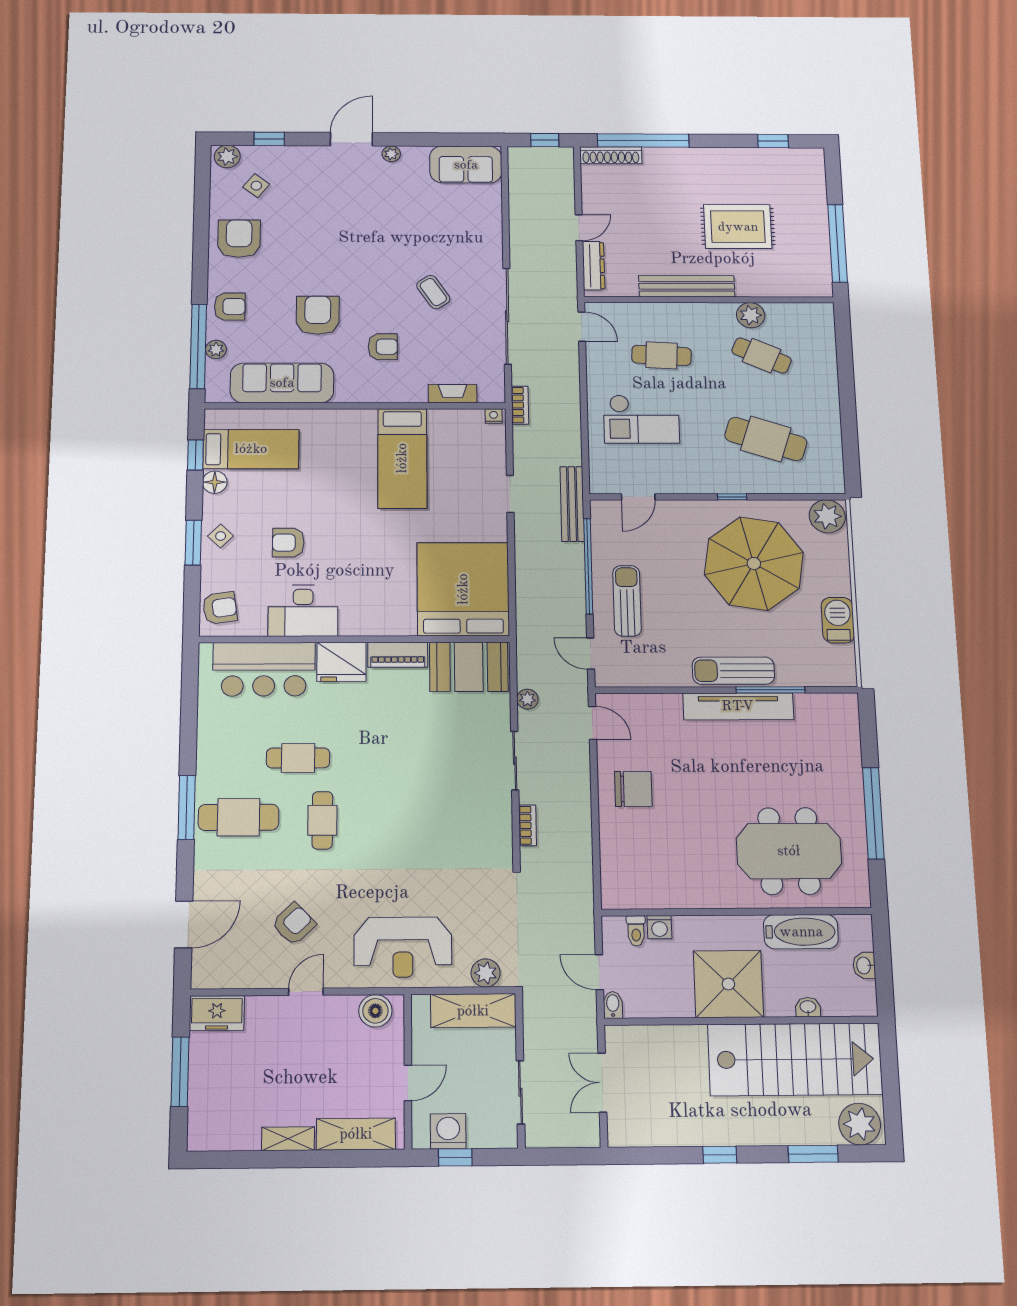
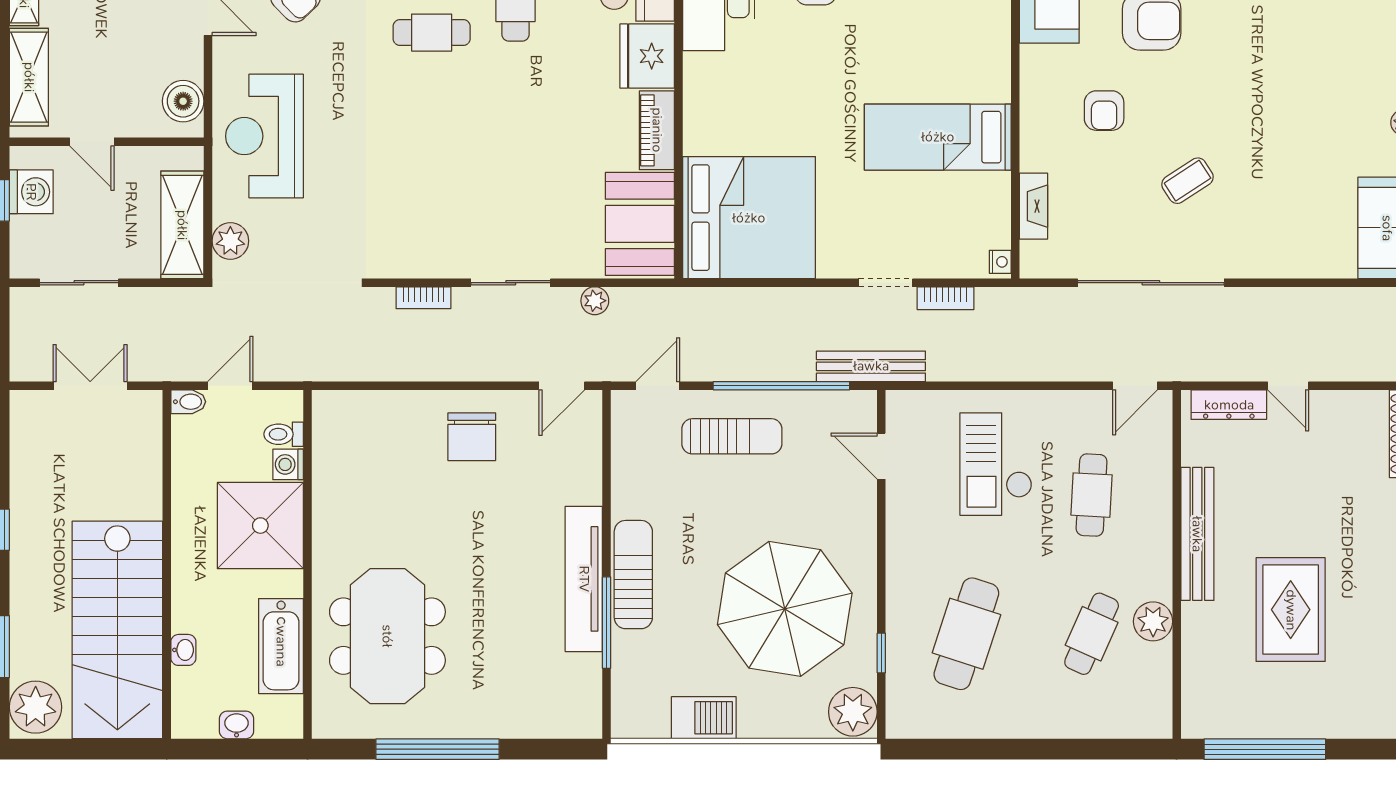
bookcase: (520, 405) -> (946, 298), moved
window: (732, 497) -> (881, 653), moved
shower: (728, 984) -> (260, 526), moved

